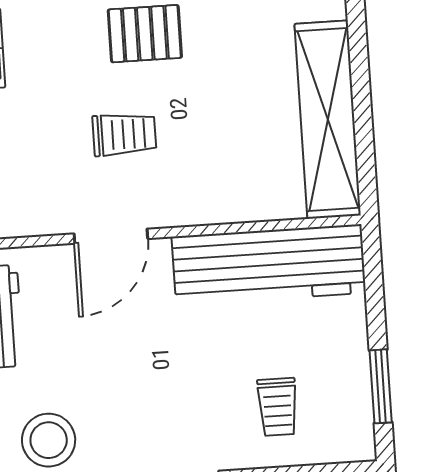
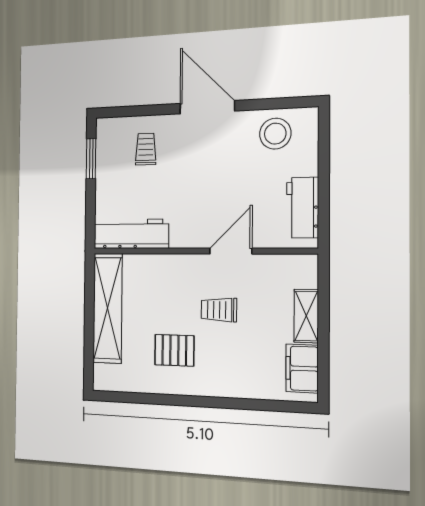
pallet: (145, 34) -> (174, 350), moved
workbench: (269, 265) -> (131, 234), width x0.73, depth x0.76

